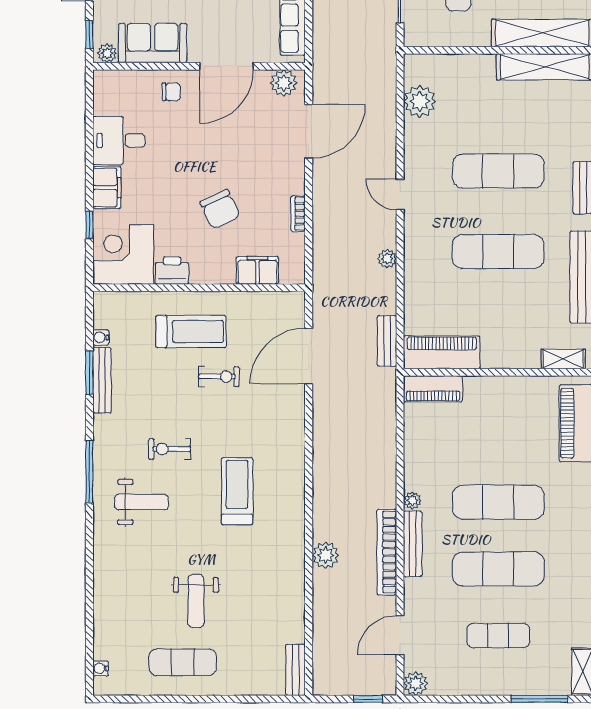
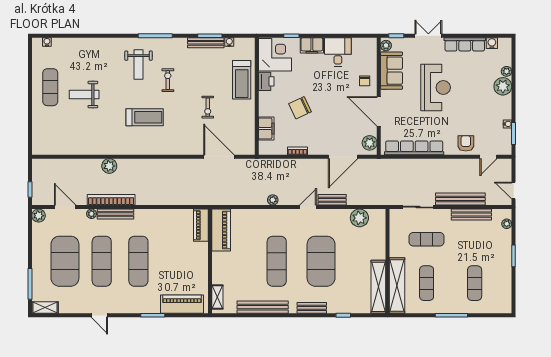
door: (309, 131) -> (343, 157), hinge flipped
exercise mat: (498, 171) -> (321, 261), width x1.47
treadmill: (191, 331) -> (242, 80), moved
bench: (387, 341) -> (332, 200), moved
plant: (412, 500) -> (92, 214), moved
exercise mat: (498, 636) -> (65, 261), width x2.00, depth x1.45
bench: (295, 670) -> (46, 149), removed

